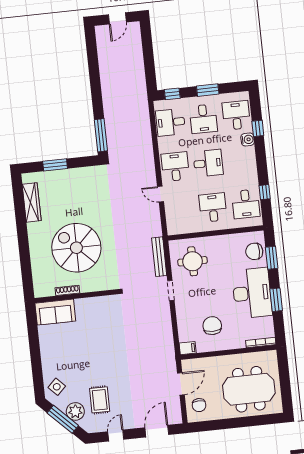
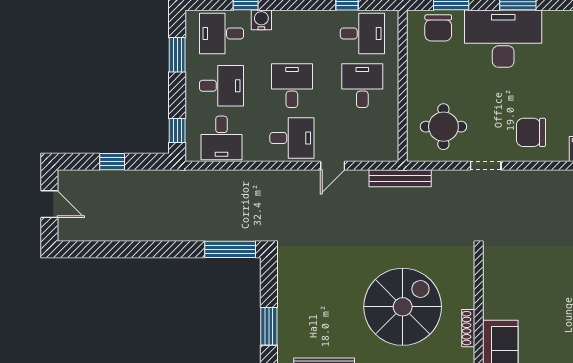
window: (148, 55) -> (112, 162), added
window: (208, 90) -> (177, 55), moved
desk: (175, 167) -> (292, 138), turned 180
desk: (213, 207) -> (362, 86), turned 90
spiral stairs: (76, 248) -> (403, 307), turned 180
bench: (159, 257) -> (400, 178), moved
chair: (212, 326) -> (531, 132), moved

